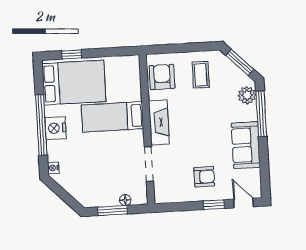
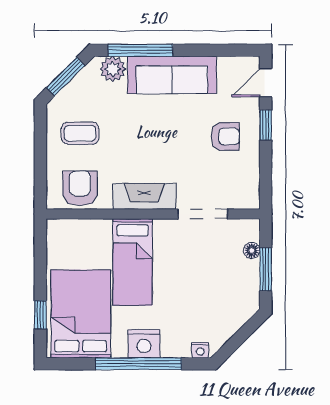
armchair: (162, 77) -> (80, 188), turned 90
sofa: (246, 145) -> (172, 75), width x1.36
armchair: (204, 177) -> (225, 136), turned 90

